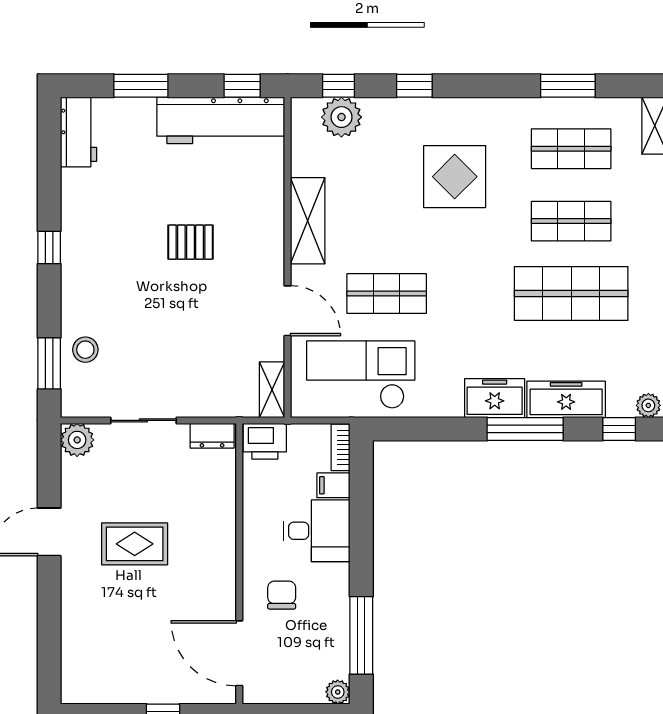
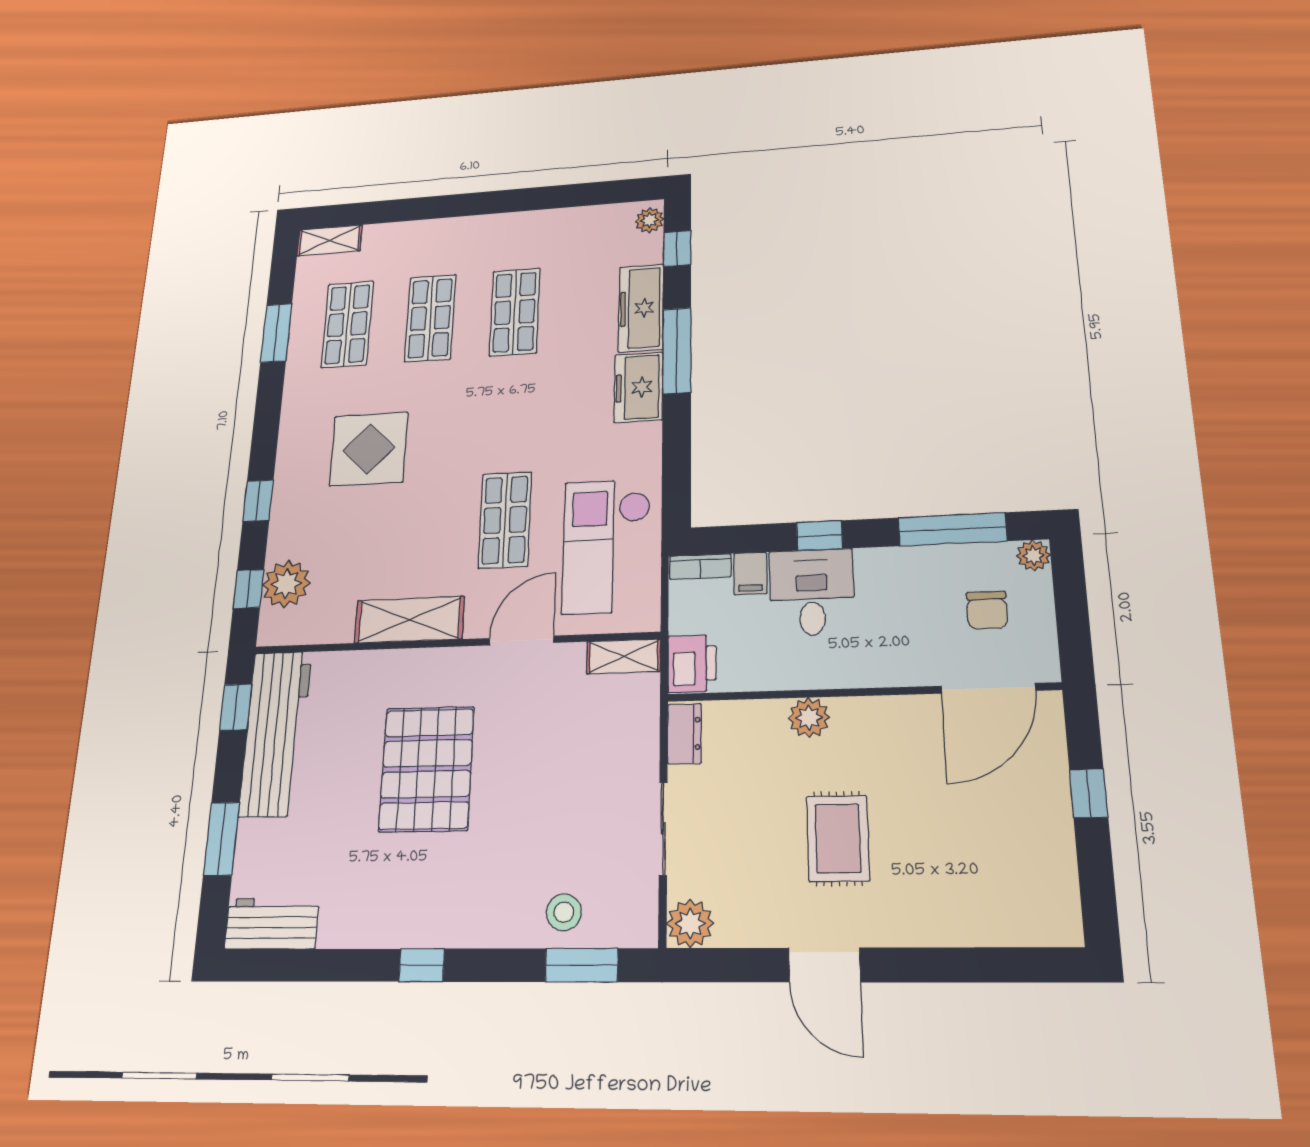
pallet: (190, 242) -> (427, 769), width x2.05, depth x2.00
shop shelf: (571, 293) -> (515, 312), width x0.70, depth x0.74
plant: (221, 526) -> (809, 718), added
window: (361, 538) -> (819, 535), added
chair: (282, 595) -> (987, 610), moved, turned -90

